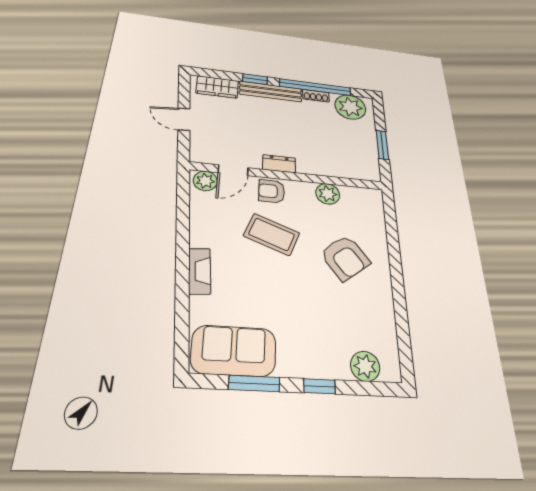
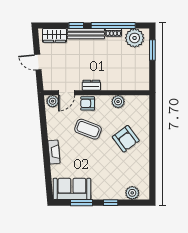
window: (382, 145) -> (152, 50), moved

